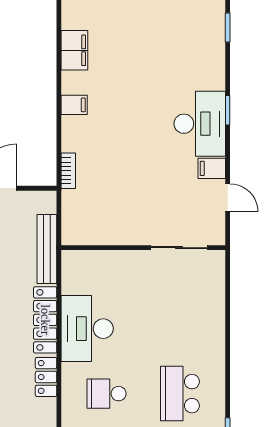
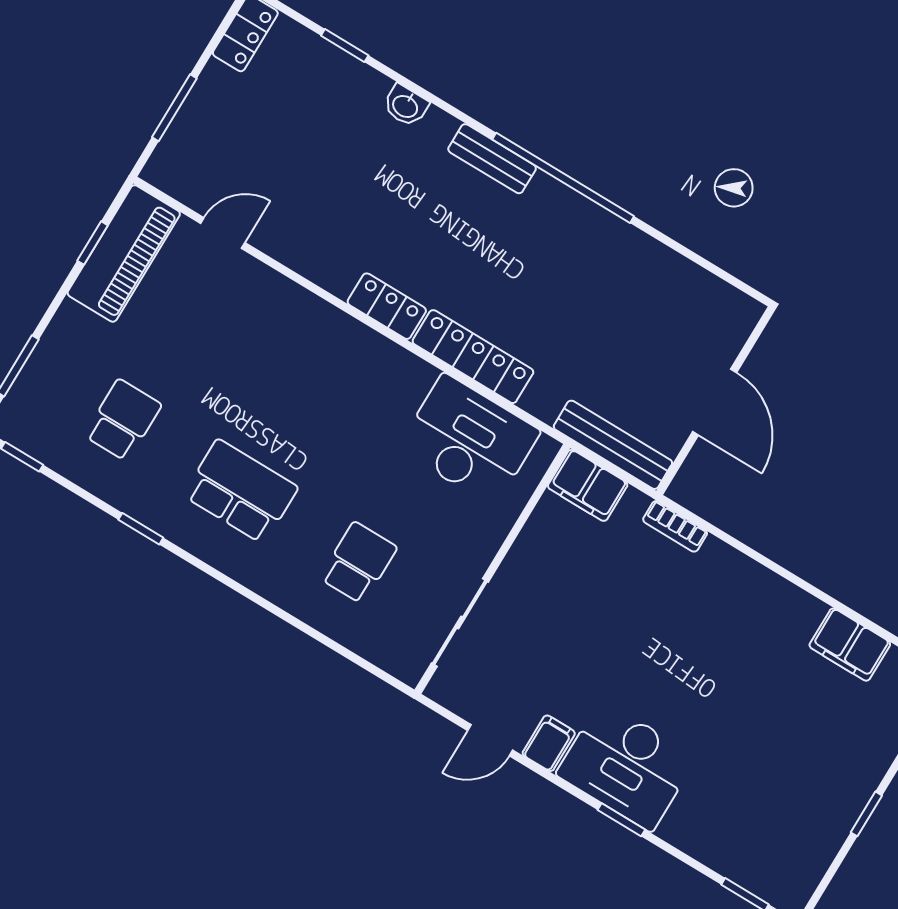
filing cabinet: (74, 105) -> (588, 485), moved, width x2.00
bench: (47, 249) -> (613, 445), moved
desk: (87, 329) -> (469, 440), moved
school desk: (107, 394) -> (358, 563), moved

